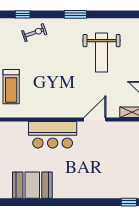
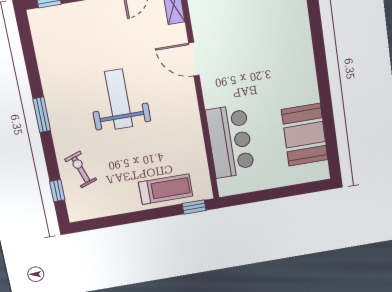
weight bench: (102, 52) -> (119, 99), moved, turned -90
bar counter: (53, 135) -> (230, 141), moved

